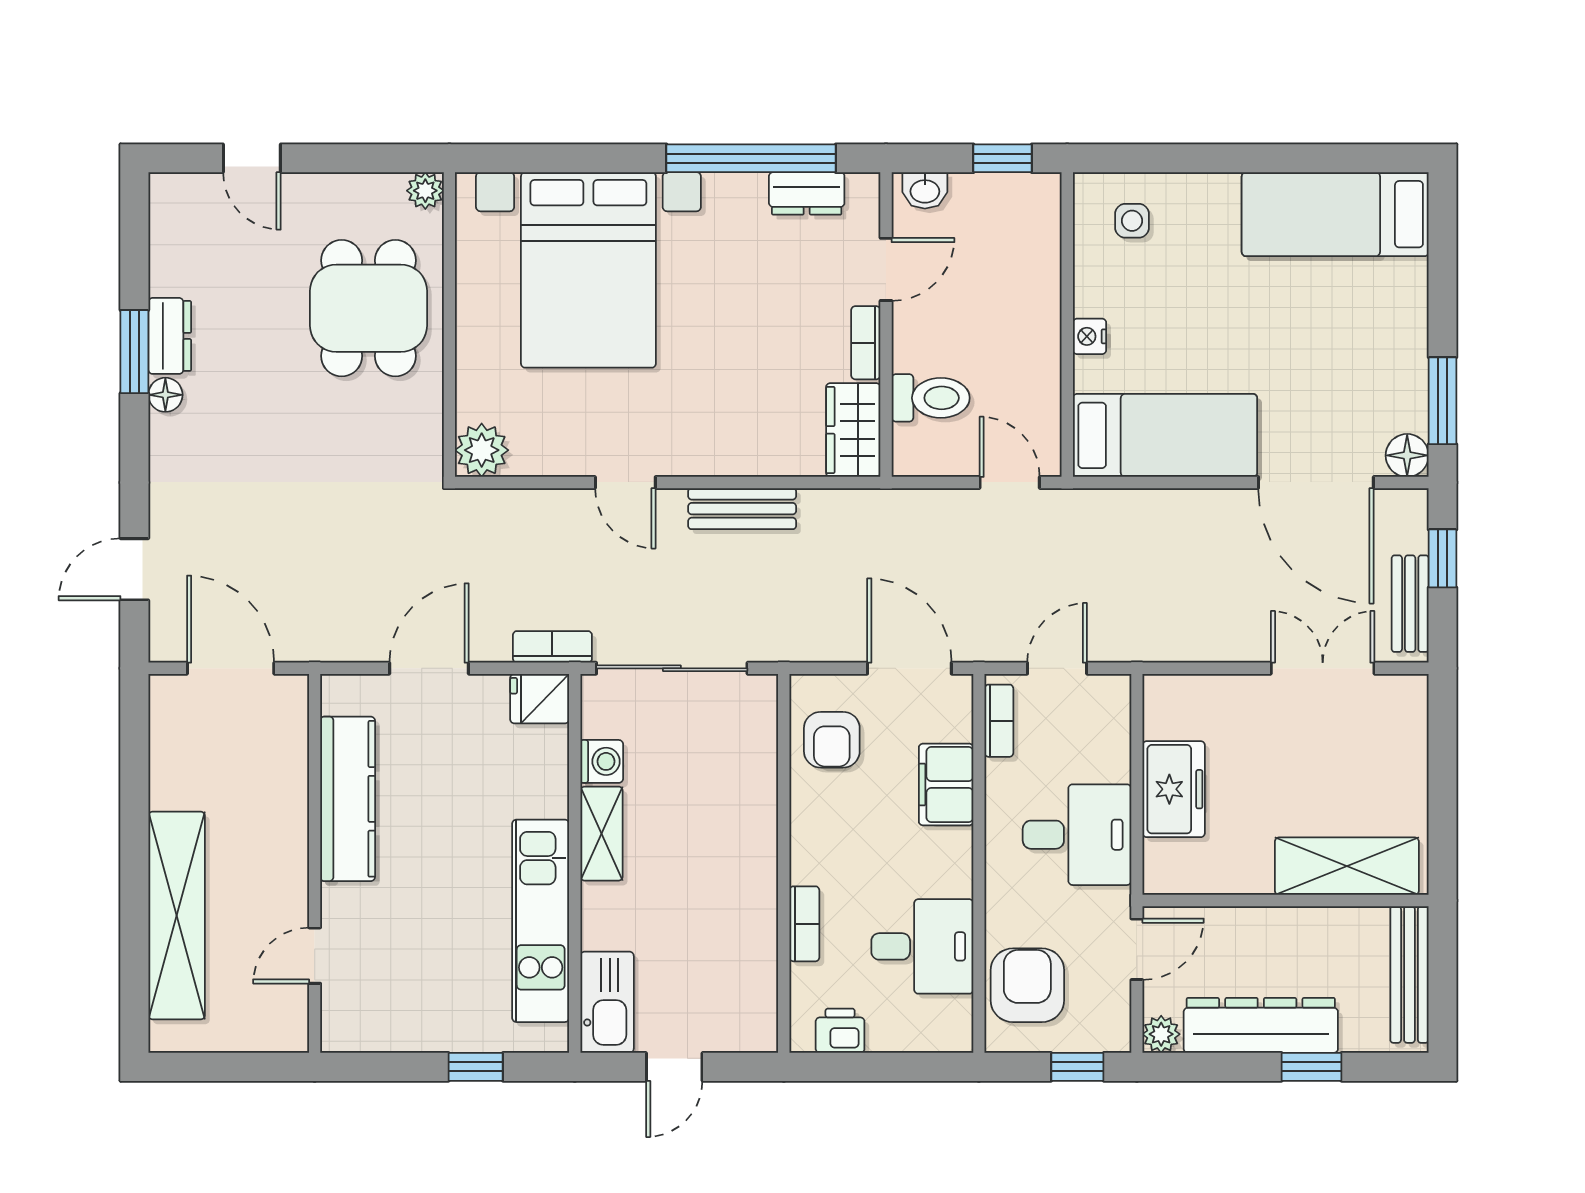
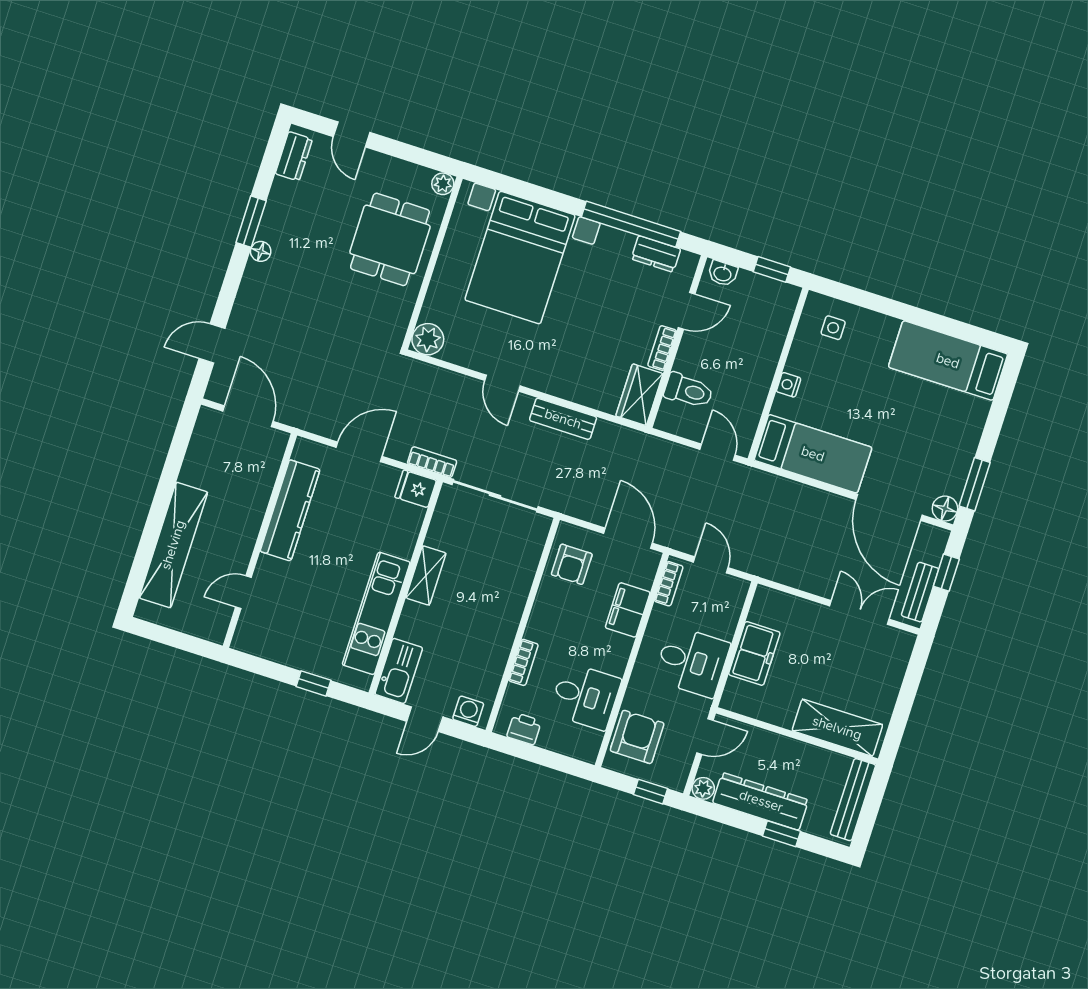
dresser: (170, 336) -> (294, 156), moved
door: (1057, 668) -> (711, 565), hinge flipped
washing machine: (602, 761) -> (468, 711), moved, turned -90

